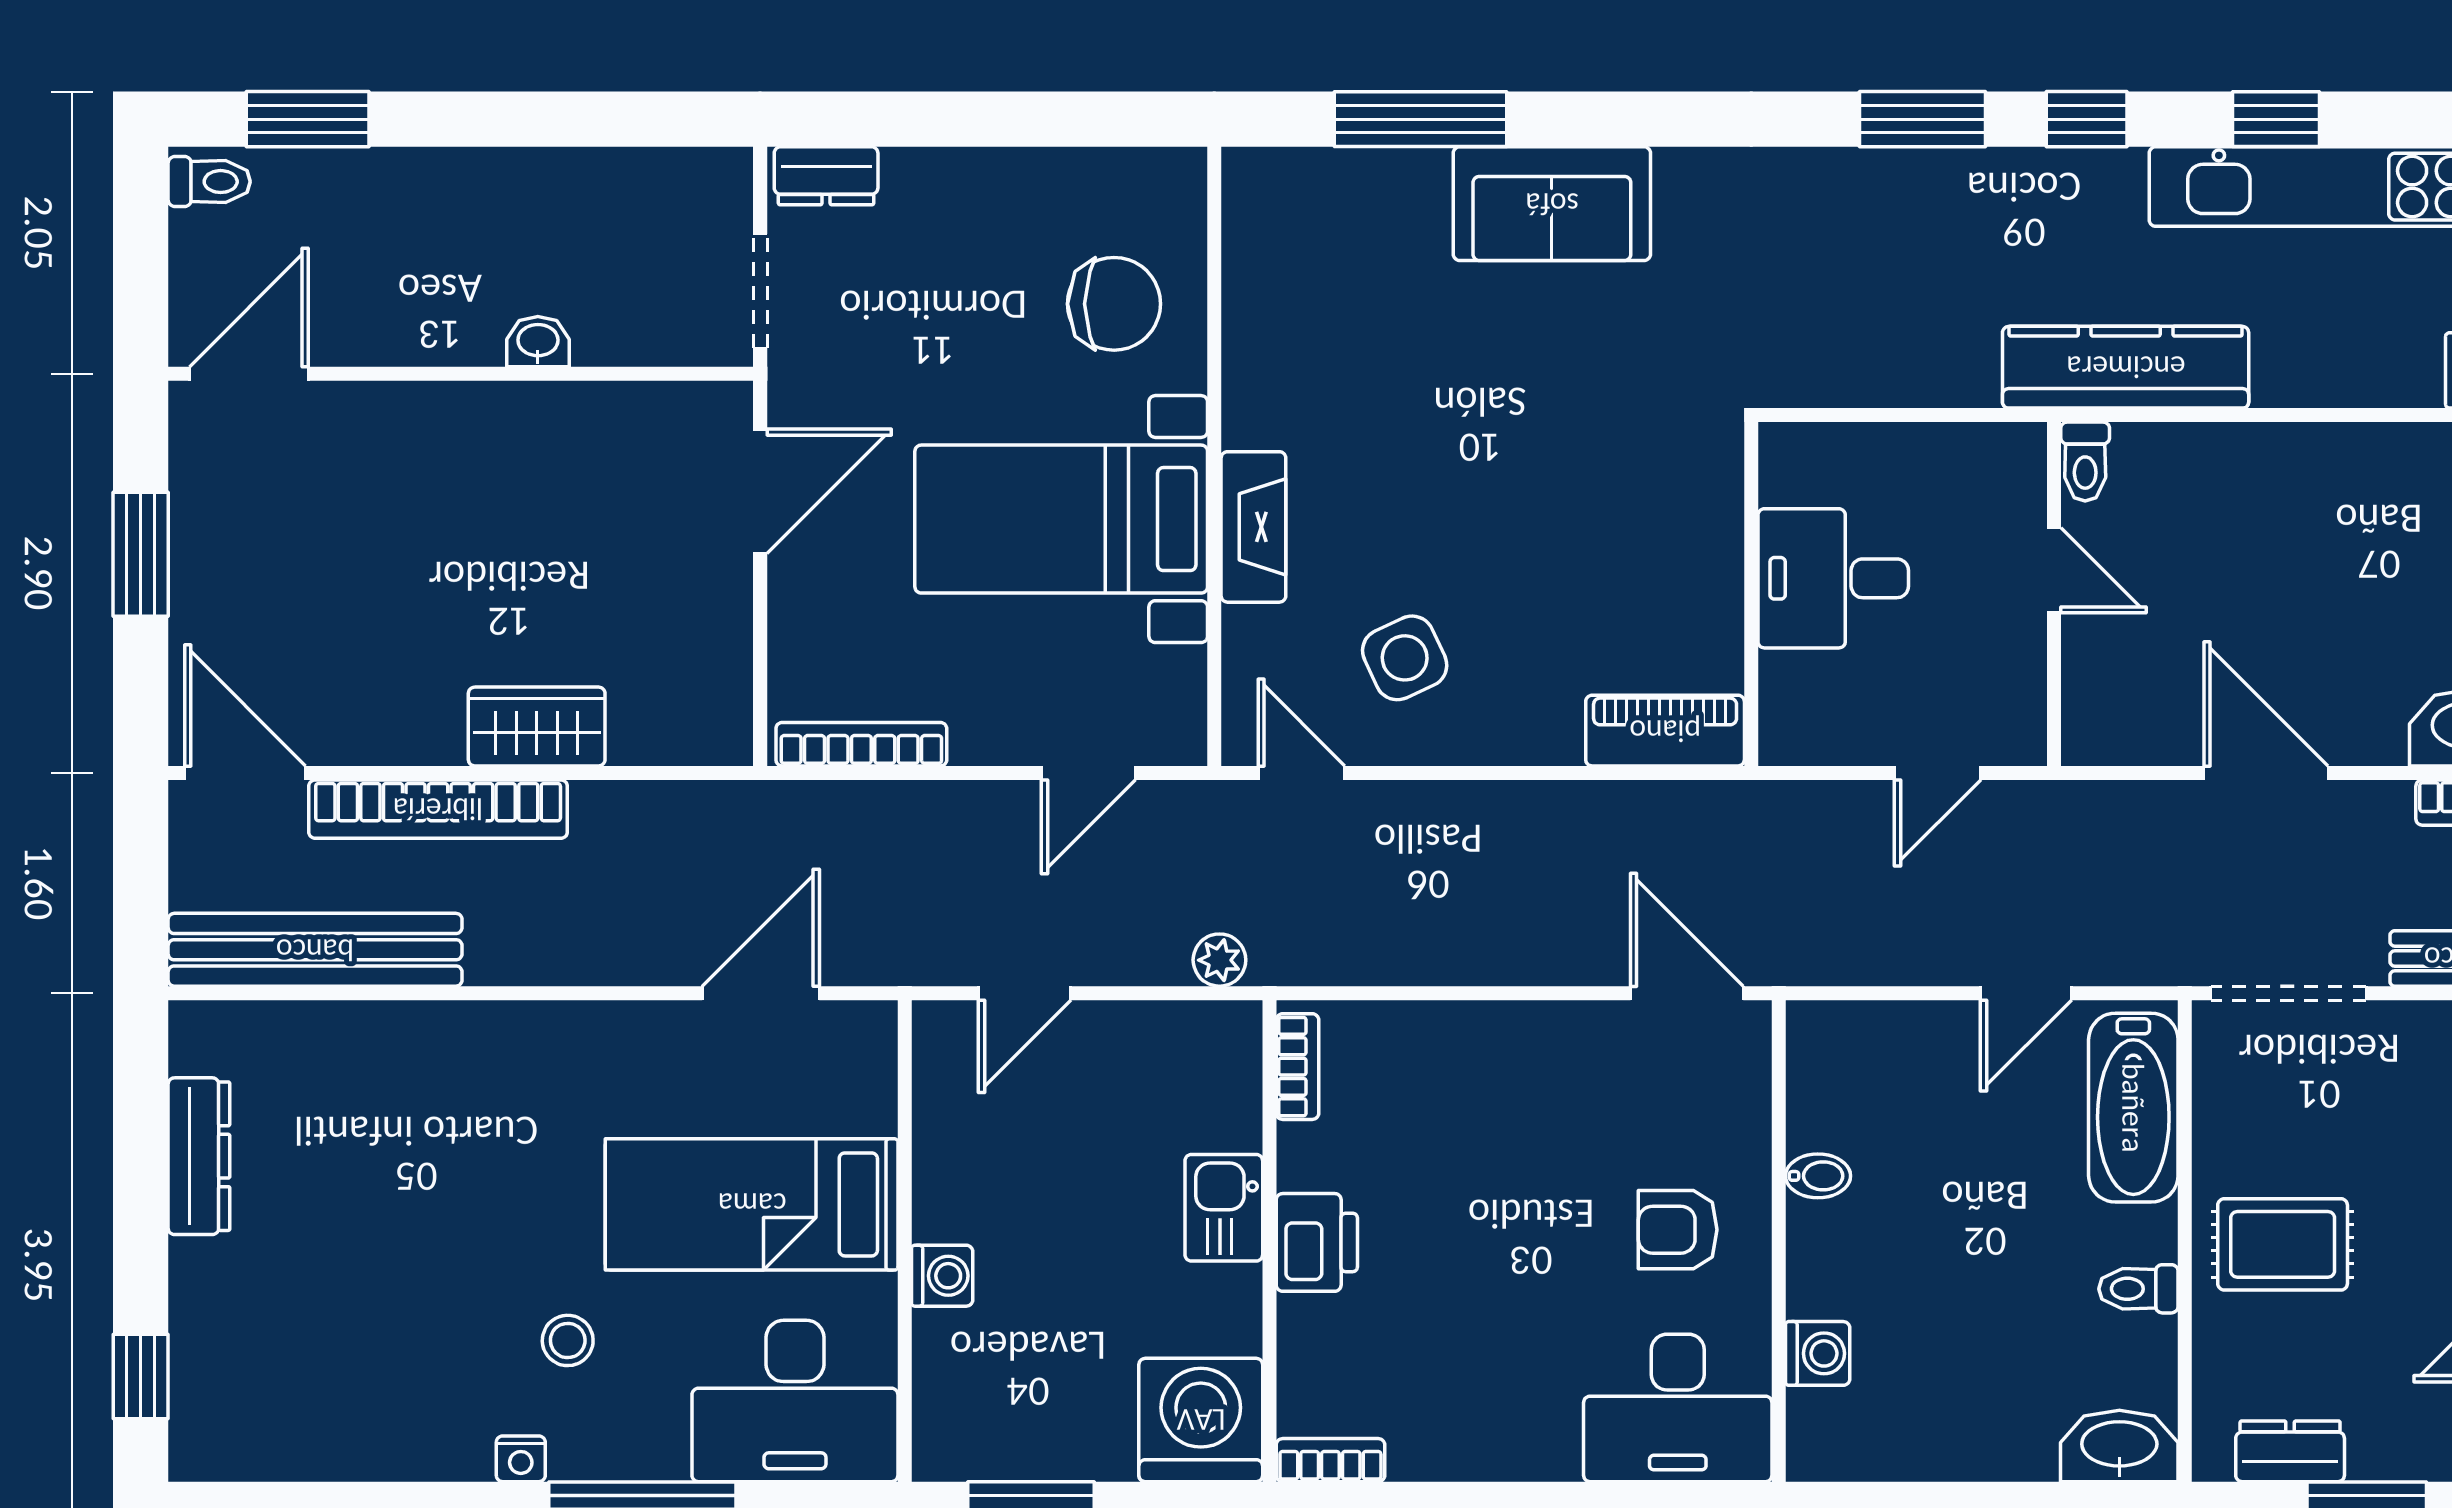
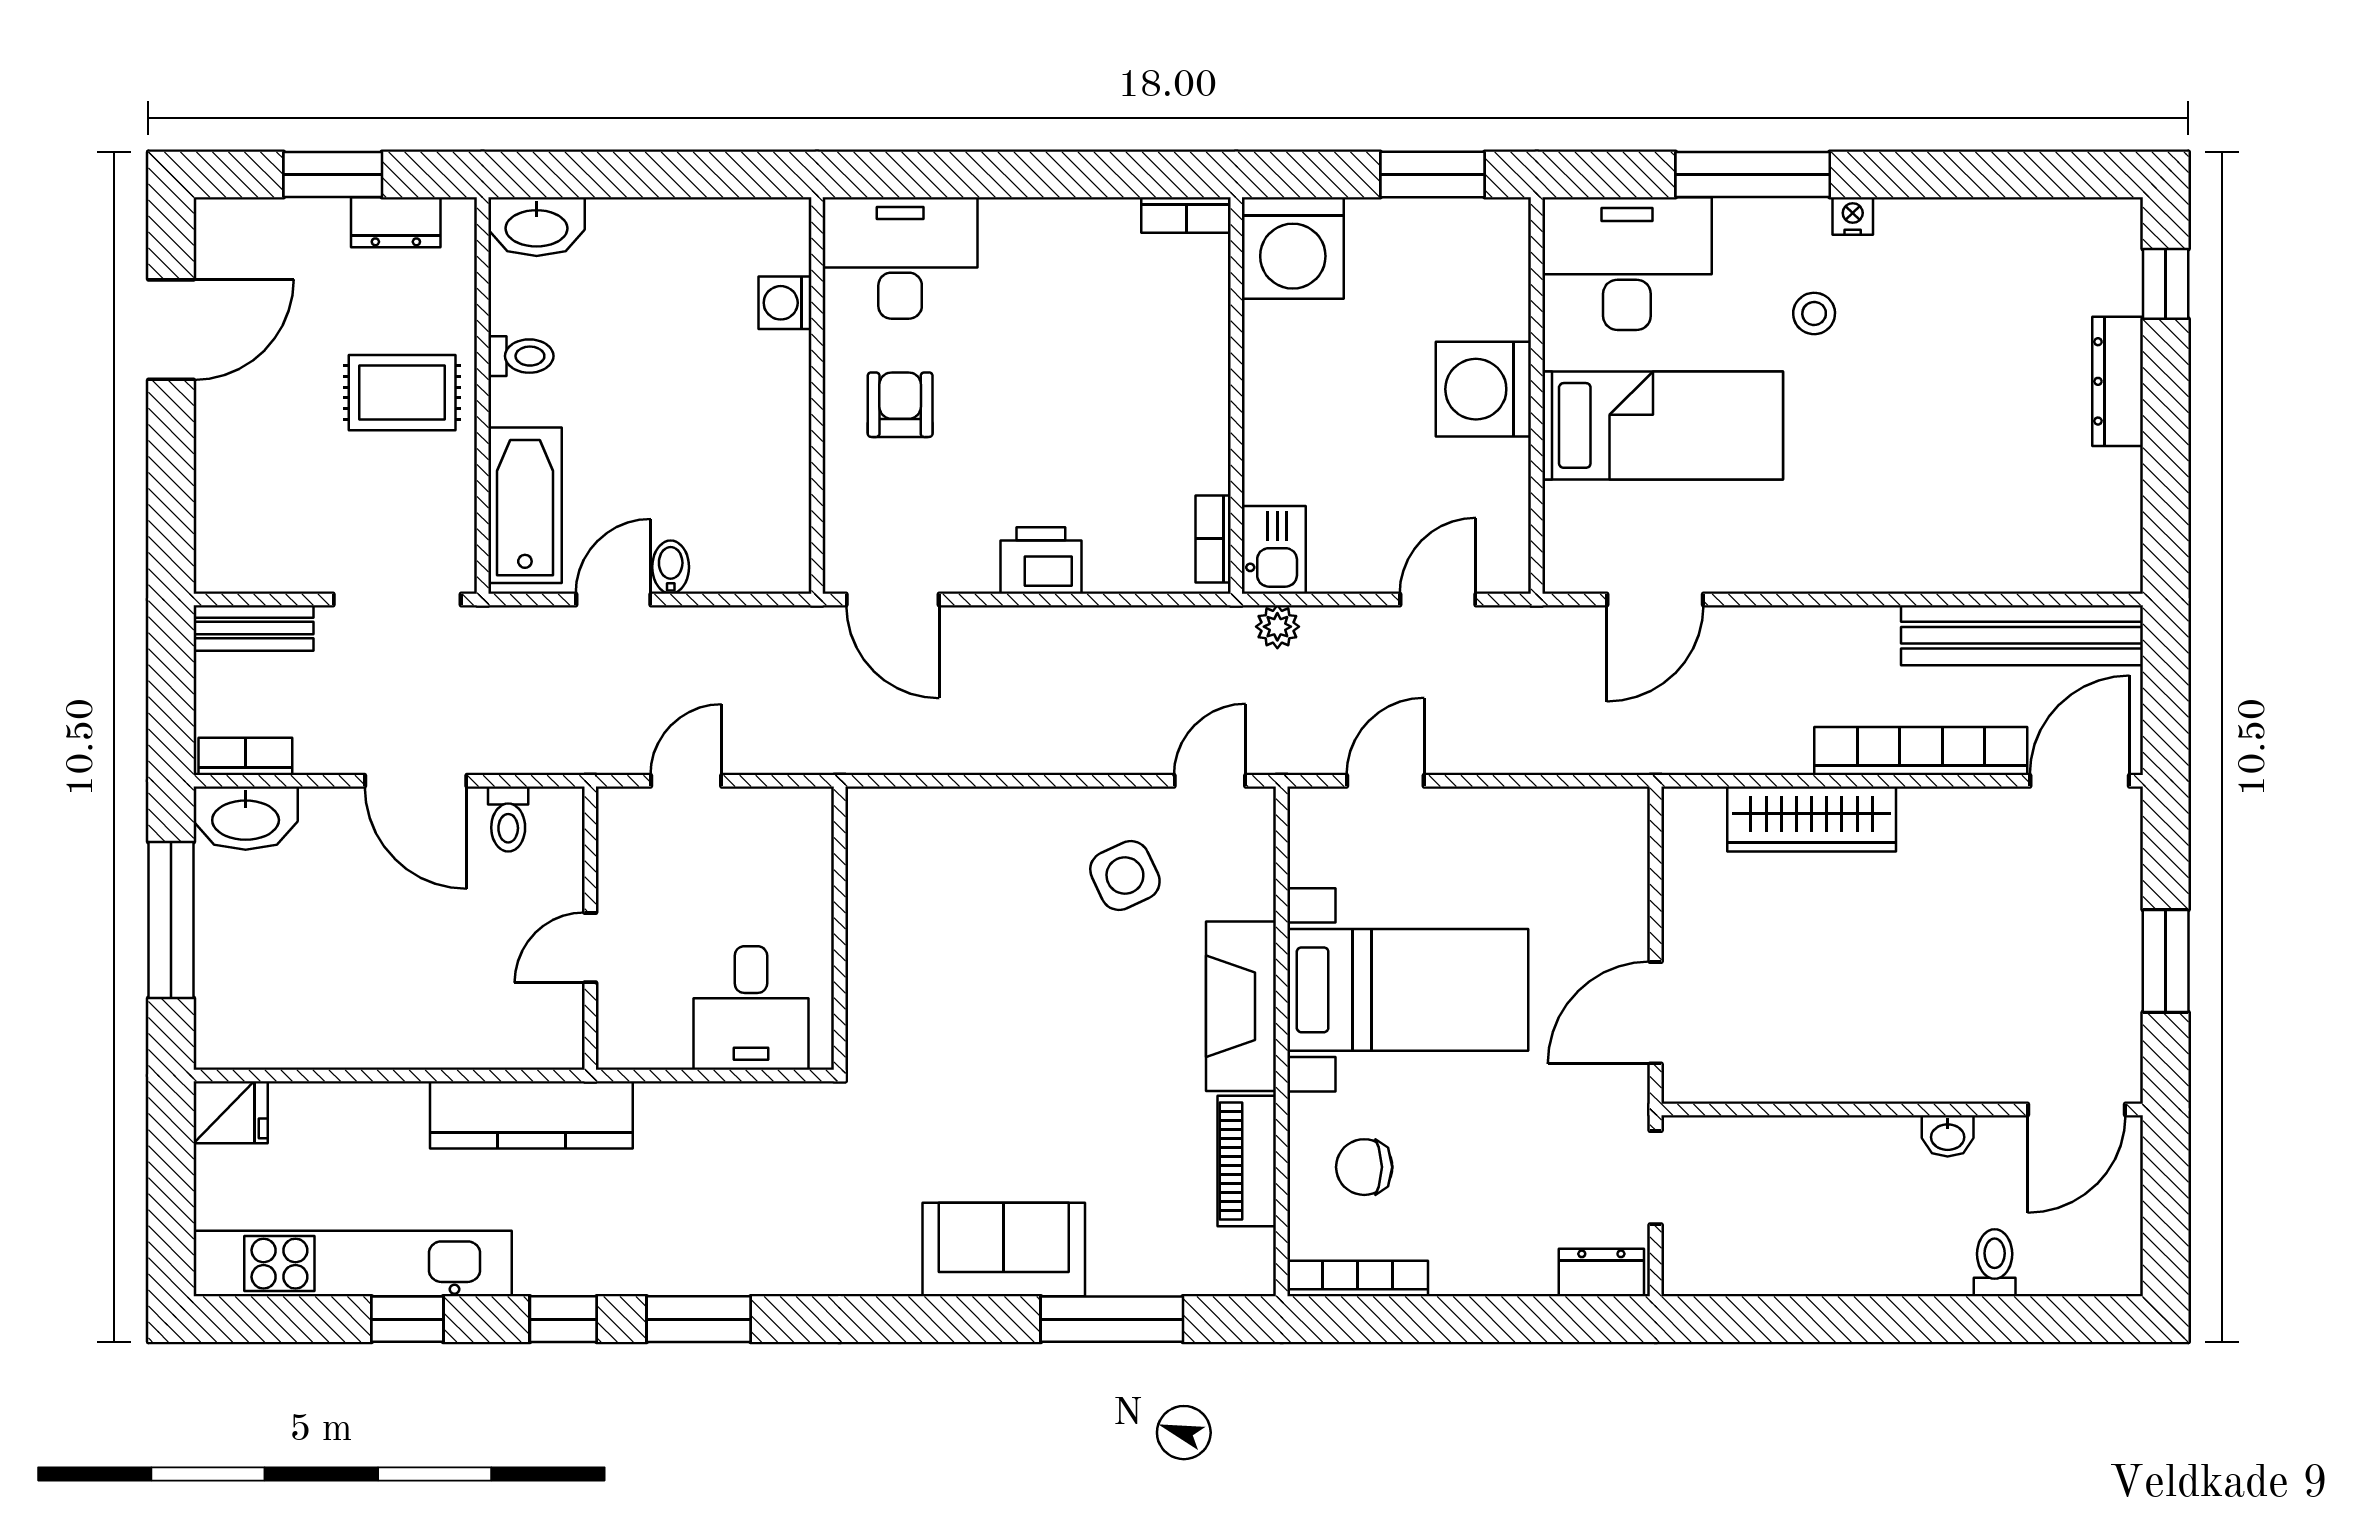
window: (308, 119) -> (2028, 1319), removed
toilet: (209, 182) -> (1995, 1263), moved, turned 90
chair: (1114, 304) -> (1364, 1167), width x0.73, depth x0.73
washbasin: (538, 342) -> (1948, 1136), moved
toilet: (2085, 462) -> (508, 819), moved, turned 180
fireplace: (1253, 527) -> (1241, 1006), width x1.37, depth x1.32
door: (2054, 570) -> (590, 948), hinge flipped
desk: (1833, 578) -> (751, 1008), moved, turned 90
wardrobe: (537, 726) -> (1812, 819), width x1.50
piano: (1665, 731) -> (1247, 1161), moved, turned 90
bookcase: (861, 744) -> (1358, 1278), moved, turned 180
door: (245, 773) -> (2080, 781), swing flipped
door: (1301, 773) -> (1210, 781), swing flipped
dresser: (199, 1156) -> (2118, 381), moved
bidet: (1818, 1176) -> (671, 567), moved, turned 90
kitchen sink: (1224, 1208) -> (1274, 550), moved
armchair: (1678, 1230) -> (900, 405), turned -90
printer: (1317, 1242) -> (1041, 560), moved, turned 90
washing machine: (942, 1276) -> (1483, 389), width x1.89, depth x1.89

